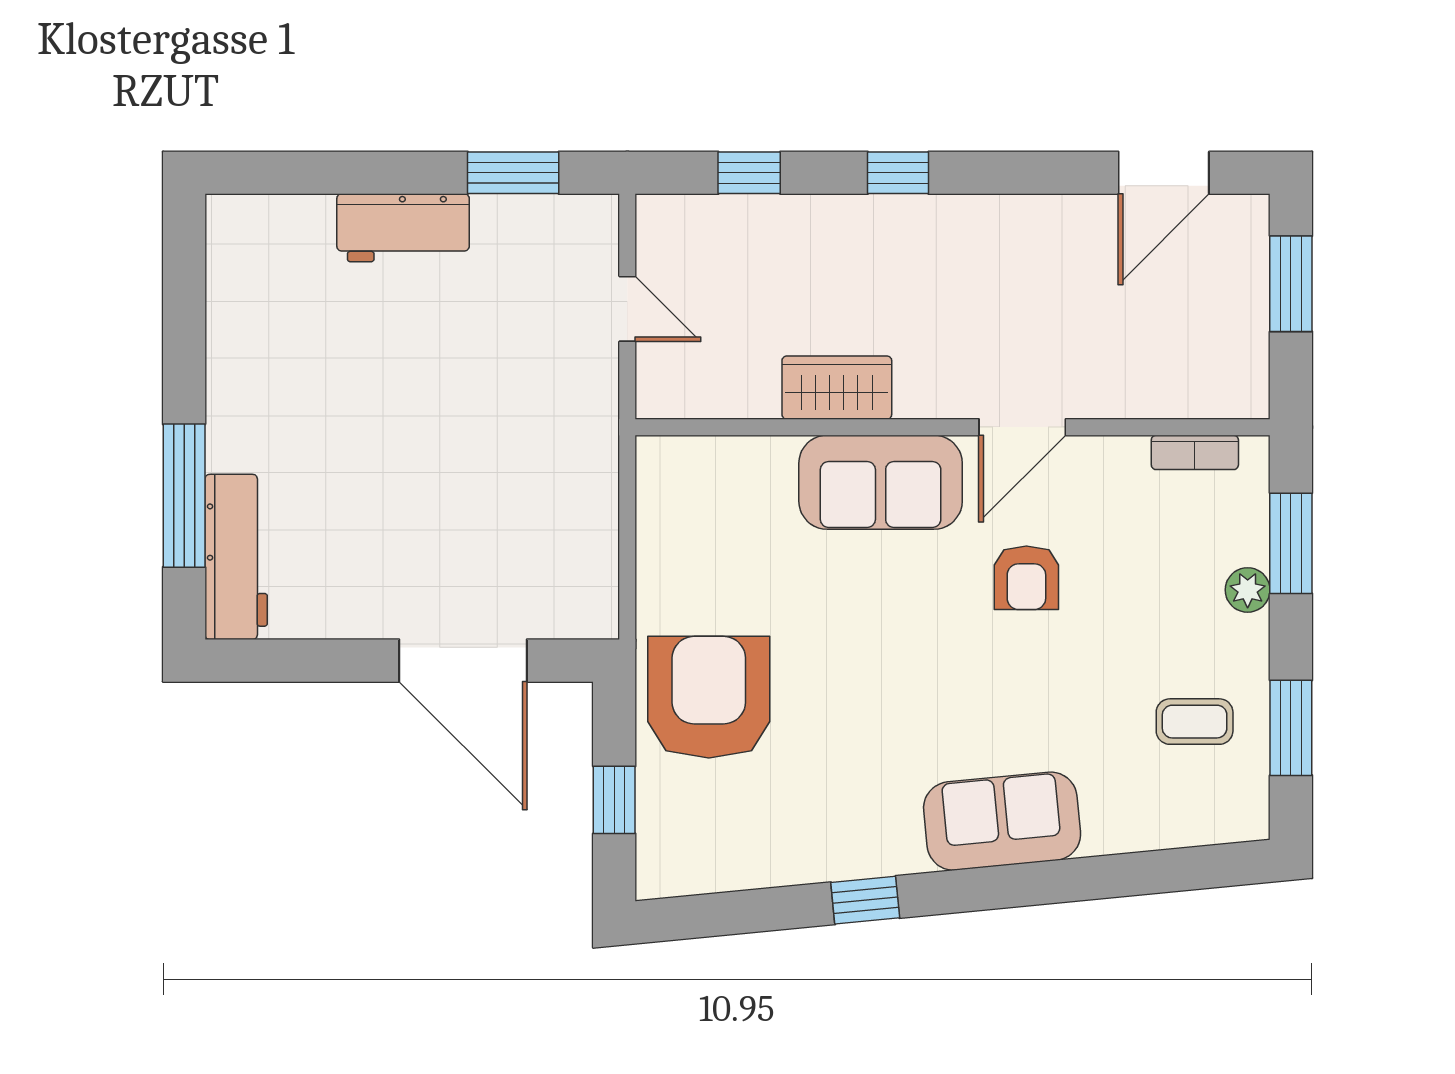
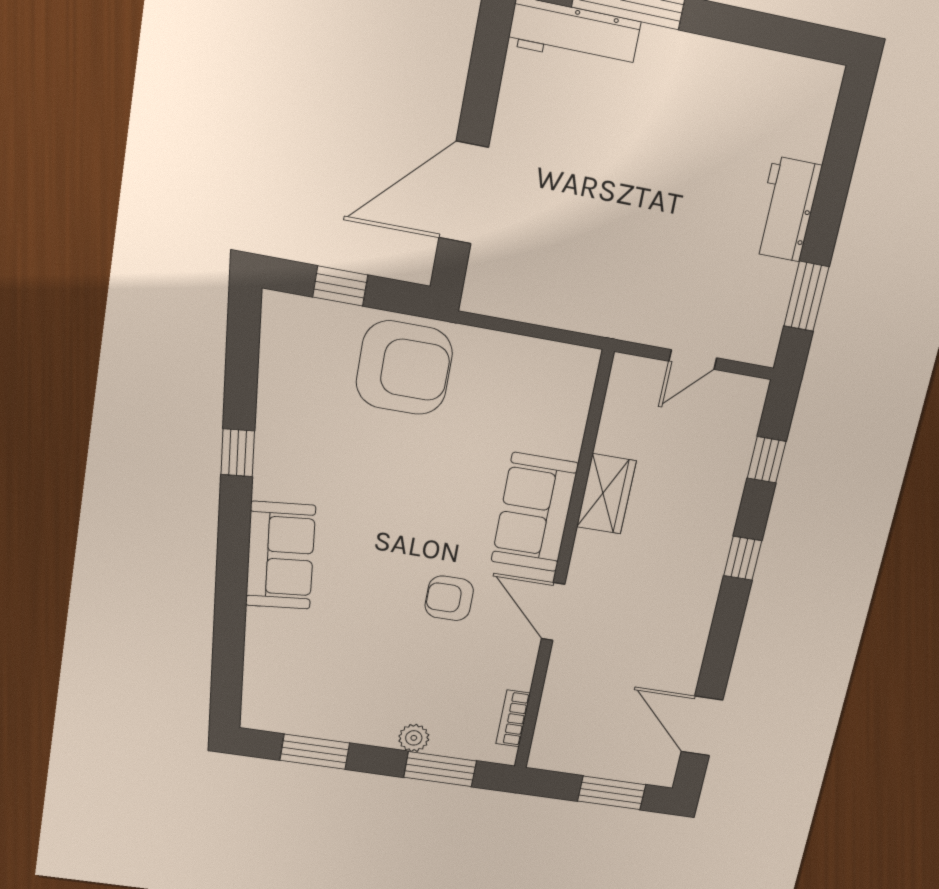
coffee table: (1195, 722) -> (330, 692), removed

